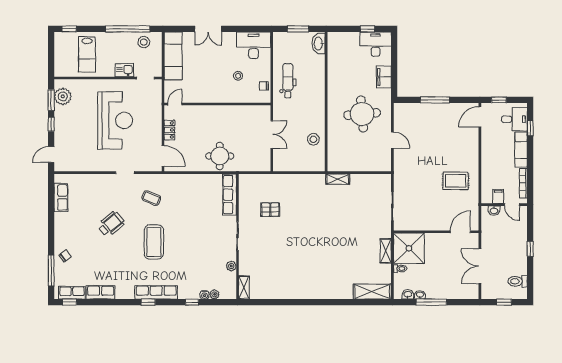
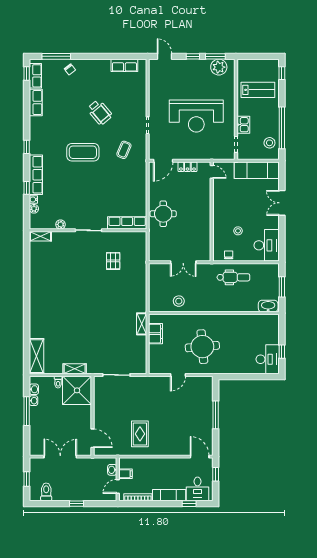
lab bench: (87, 54) -> (258, 90), turned 180
filing cabinet: (384, 77) -> (156, 334), moved, turned 90
row of seats: (156, 292) -> (36, 175), moved

